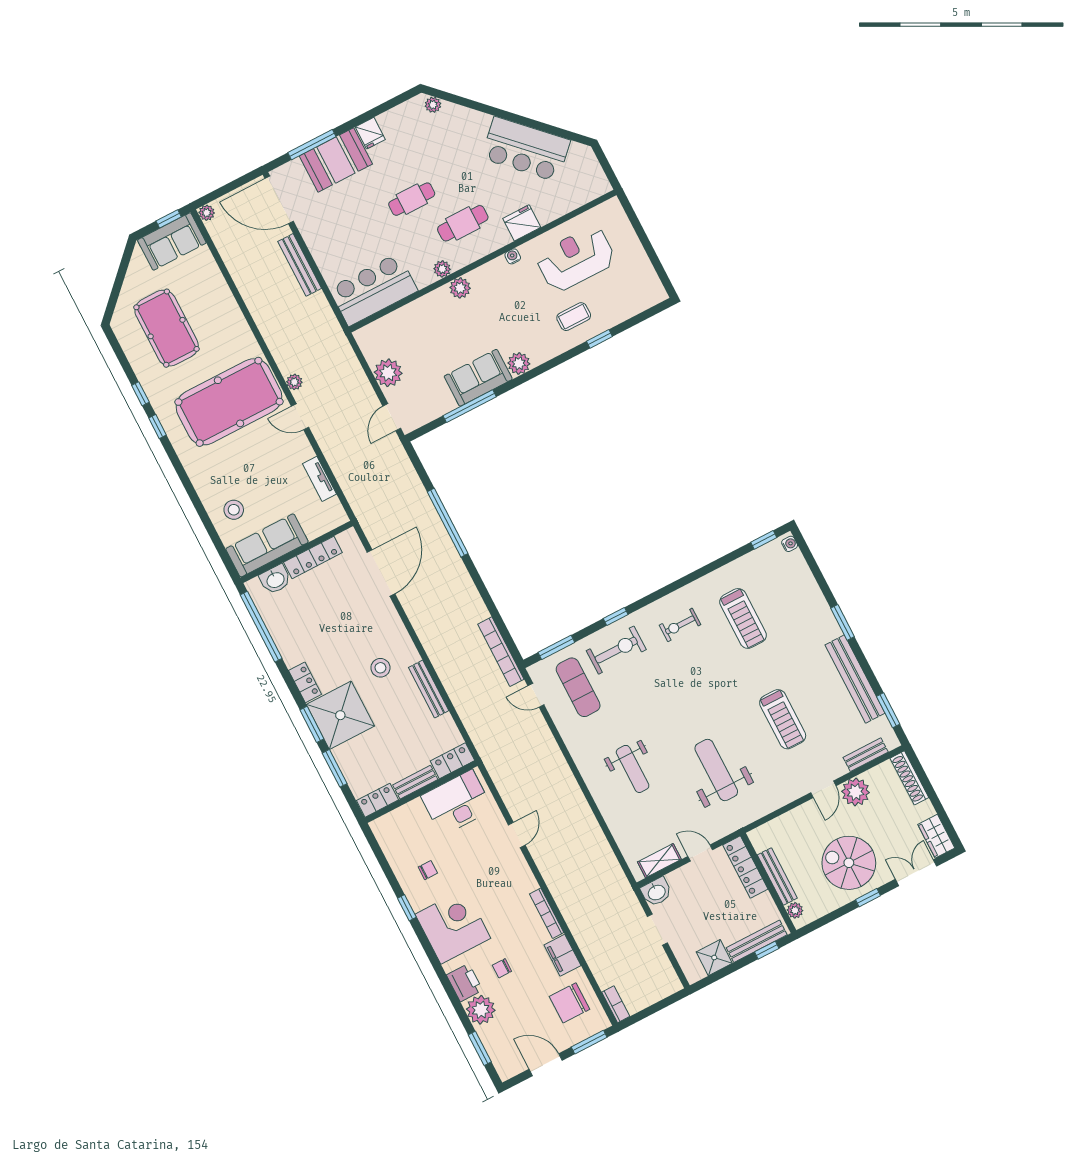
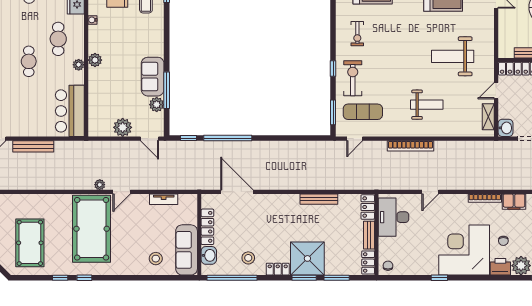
pool table: (167, 328) -> (30, 243), turned 90
plant: (519, 363) -> (157, 105), moved
window: (420, 469) -> (188, 138), added
bookcase: (501, 652) -> (411, 146), moved
stool: (380, 668) -> (248, 258), moved
door: (517, 835) -> (430, 192), swing flipped
chair: (428, 870) -> (388, 266), moved
corner desk: (453, 926) -> (464, 250), width x1.36, depth x1.36

